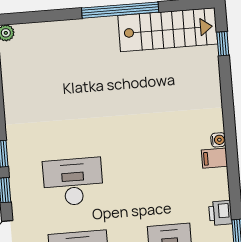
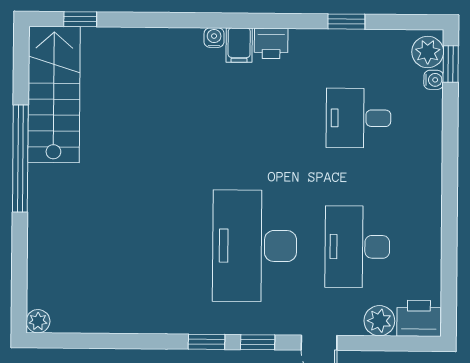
desk: (73, 182) -> (255, 246), width x1.36, depth x1.30
printer: (220, 213) -> (271, 43), moved

